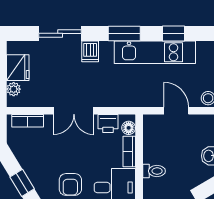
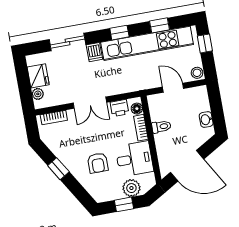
window: (124, 33) -> (119, 33), width x0.67
kitchen unit: (155, 52) -> (147, 43), width x1.36
toilet: (154, 171) -> (161, 127), moved

